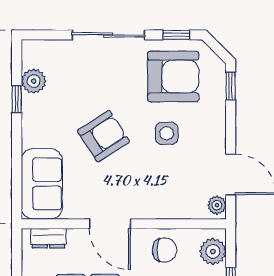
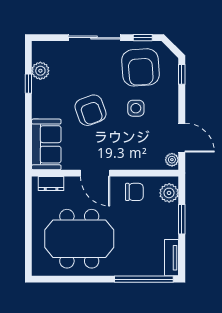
armchair: (173, 76) -> (141, 67), turned 86
armchair: (103, 136) -> (91, 110), turned 103

